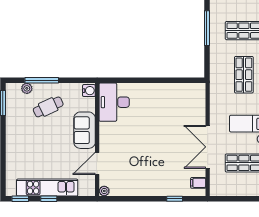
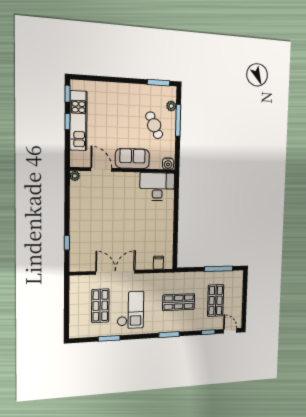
filing cabinet: (198, 183) -> (158, 263), moved

